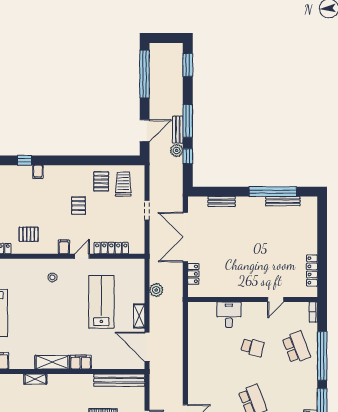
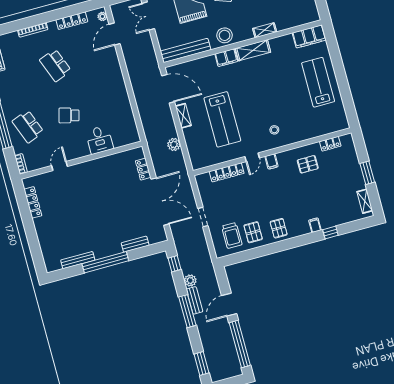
door: (145, 131) -> (229, 305), moved
window: (188, 156) -> (174, 264), moved
window: (273, 192) -> (105, 262), moved
pallet: (78, 206) -> (279, 228), moved
stool: (76, 385) -> (225, 35), added

